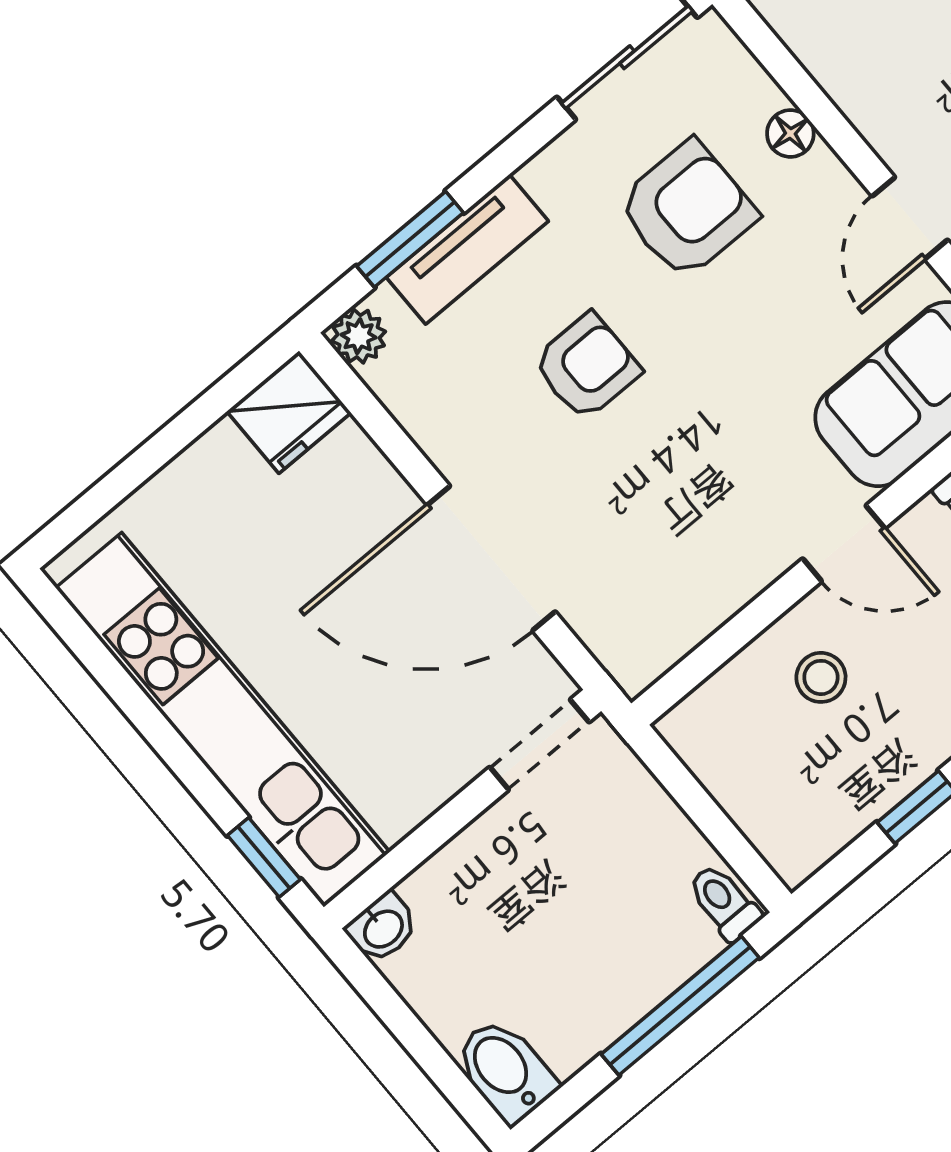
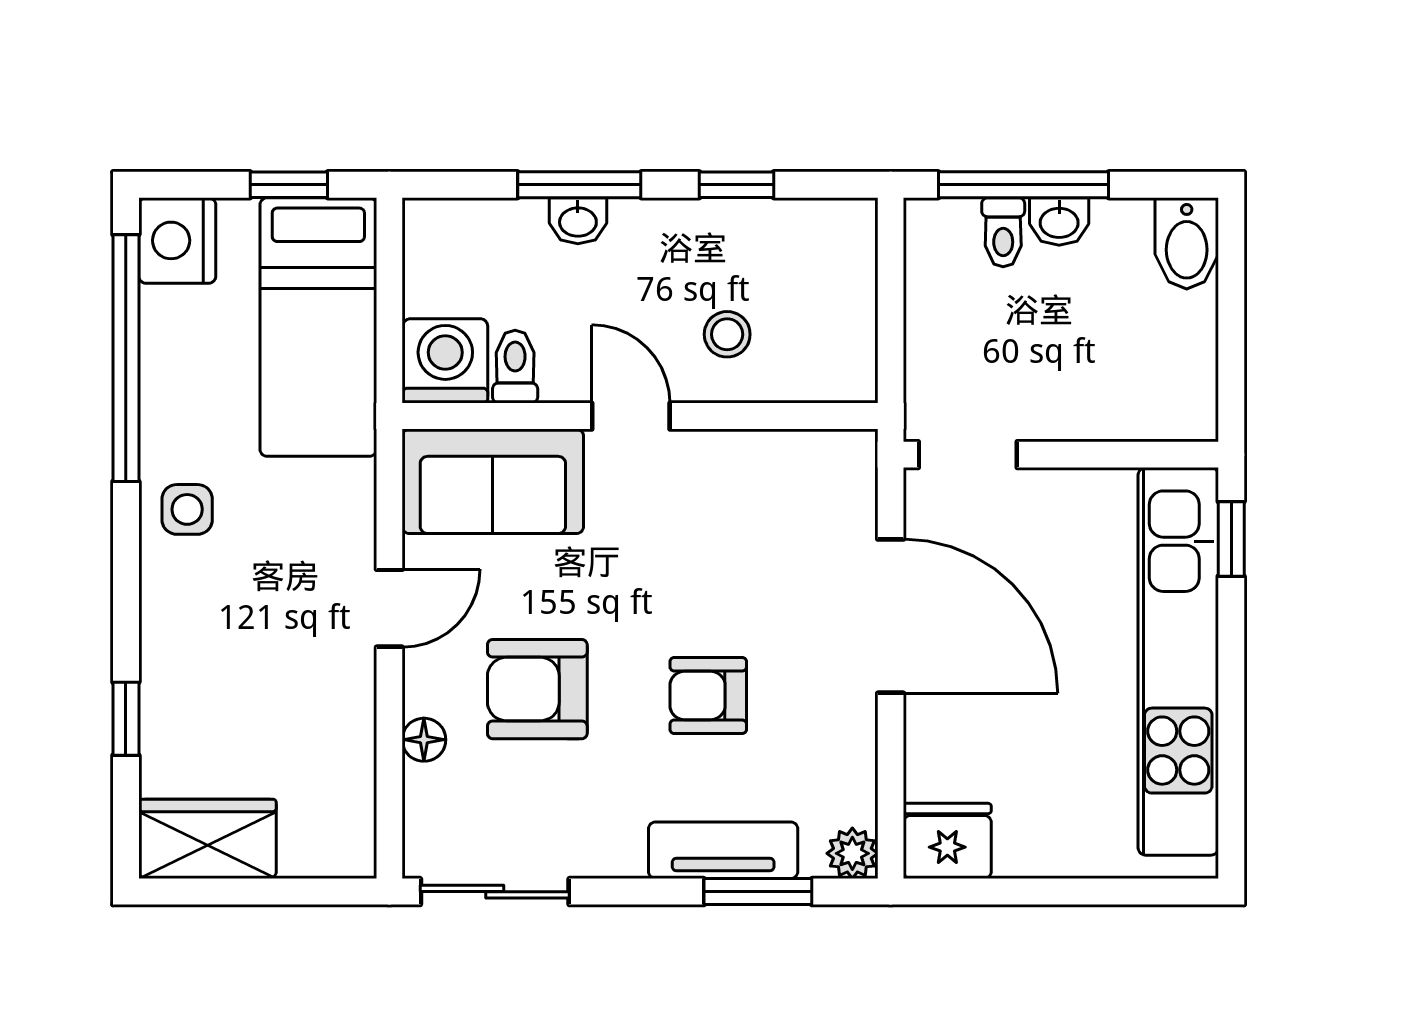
armchair: (687, 210) -> (537, 689), moved
toilet: (724, 902) -> (1003, 232), moved
washbasin: (382, 928) -> (1059, 221), moved, turned 180

